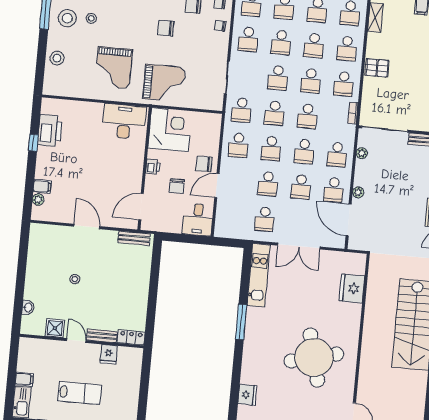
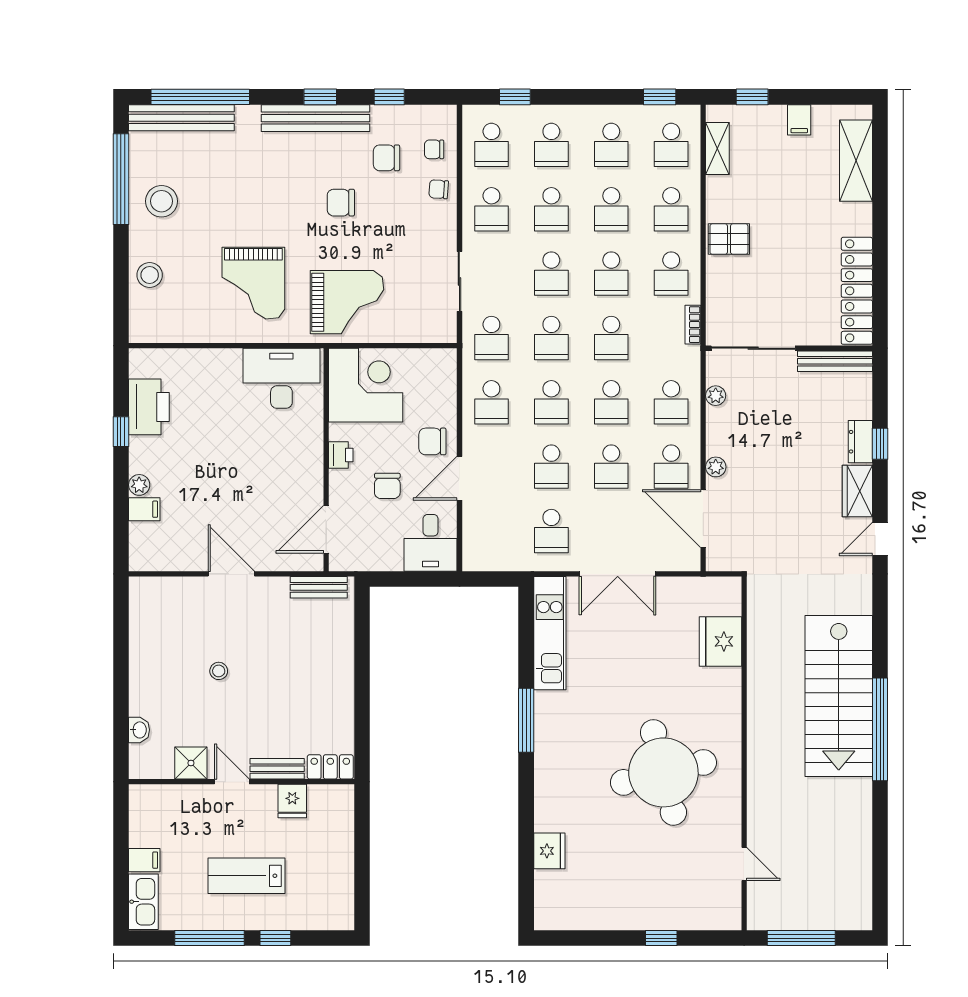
stool: (91, 18) -> (205, 198), removed
plant: (38, 200) -> (139, 485), moved
lab bench: (80, 393) -> (247, 876), turned 180

